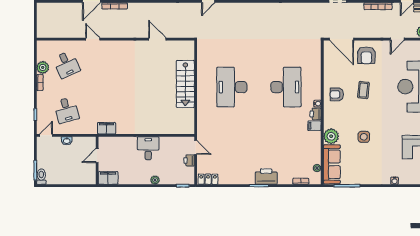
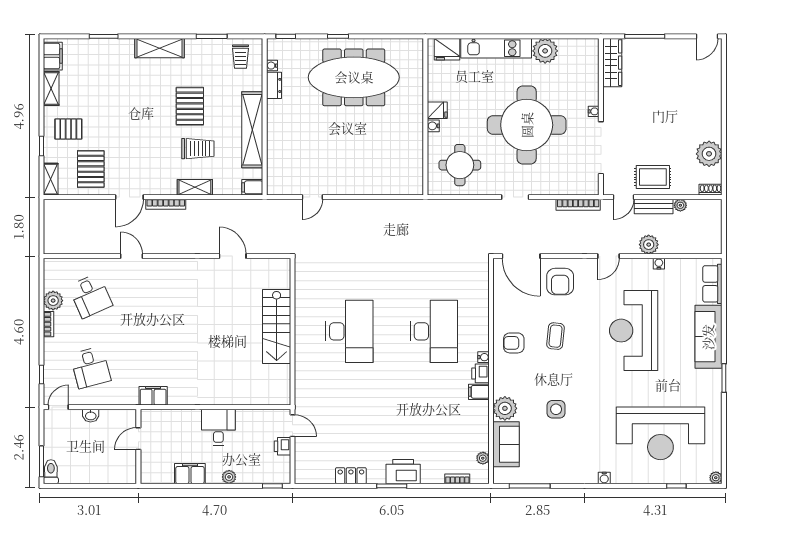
desk: (232, 87) -> (349, 331), turned 180
sofa: (332, 164) -> (506, 444), width x0.73
filing cabinet: (108, 178) -> (190, 474), moved
locker: (208, 179) -> (351, 476), moved

